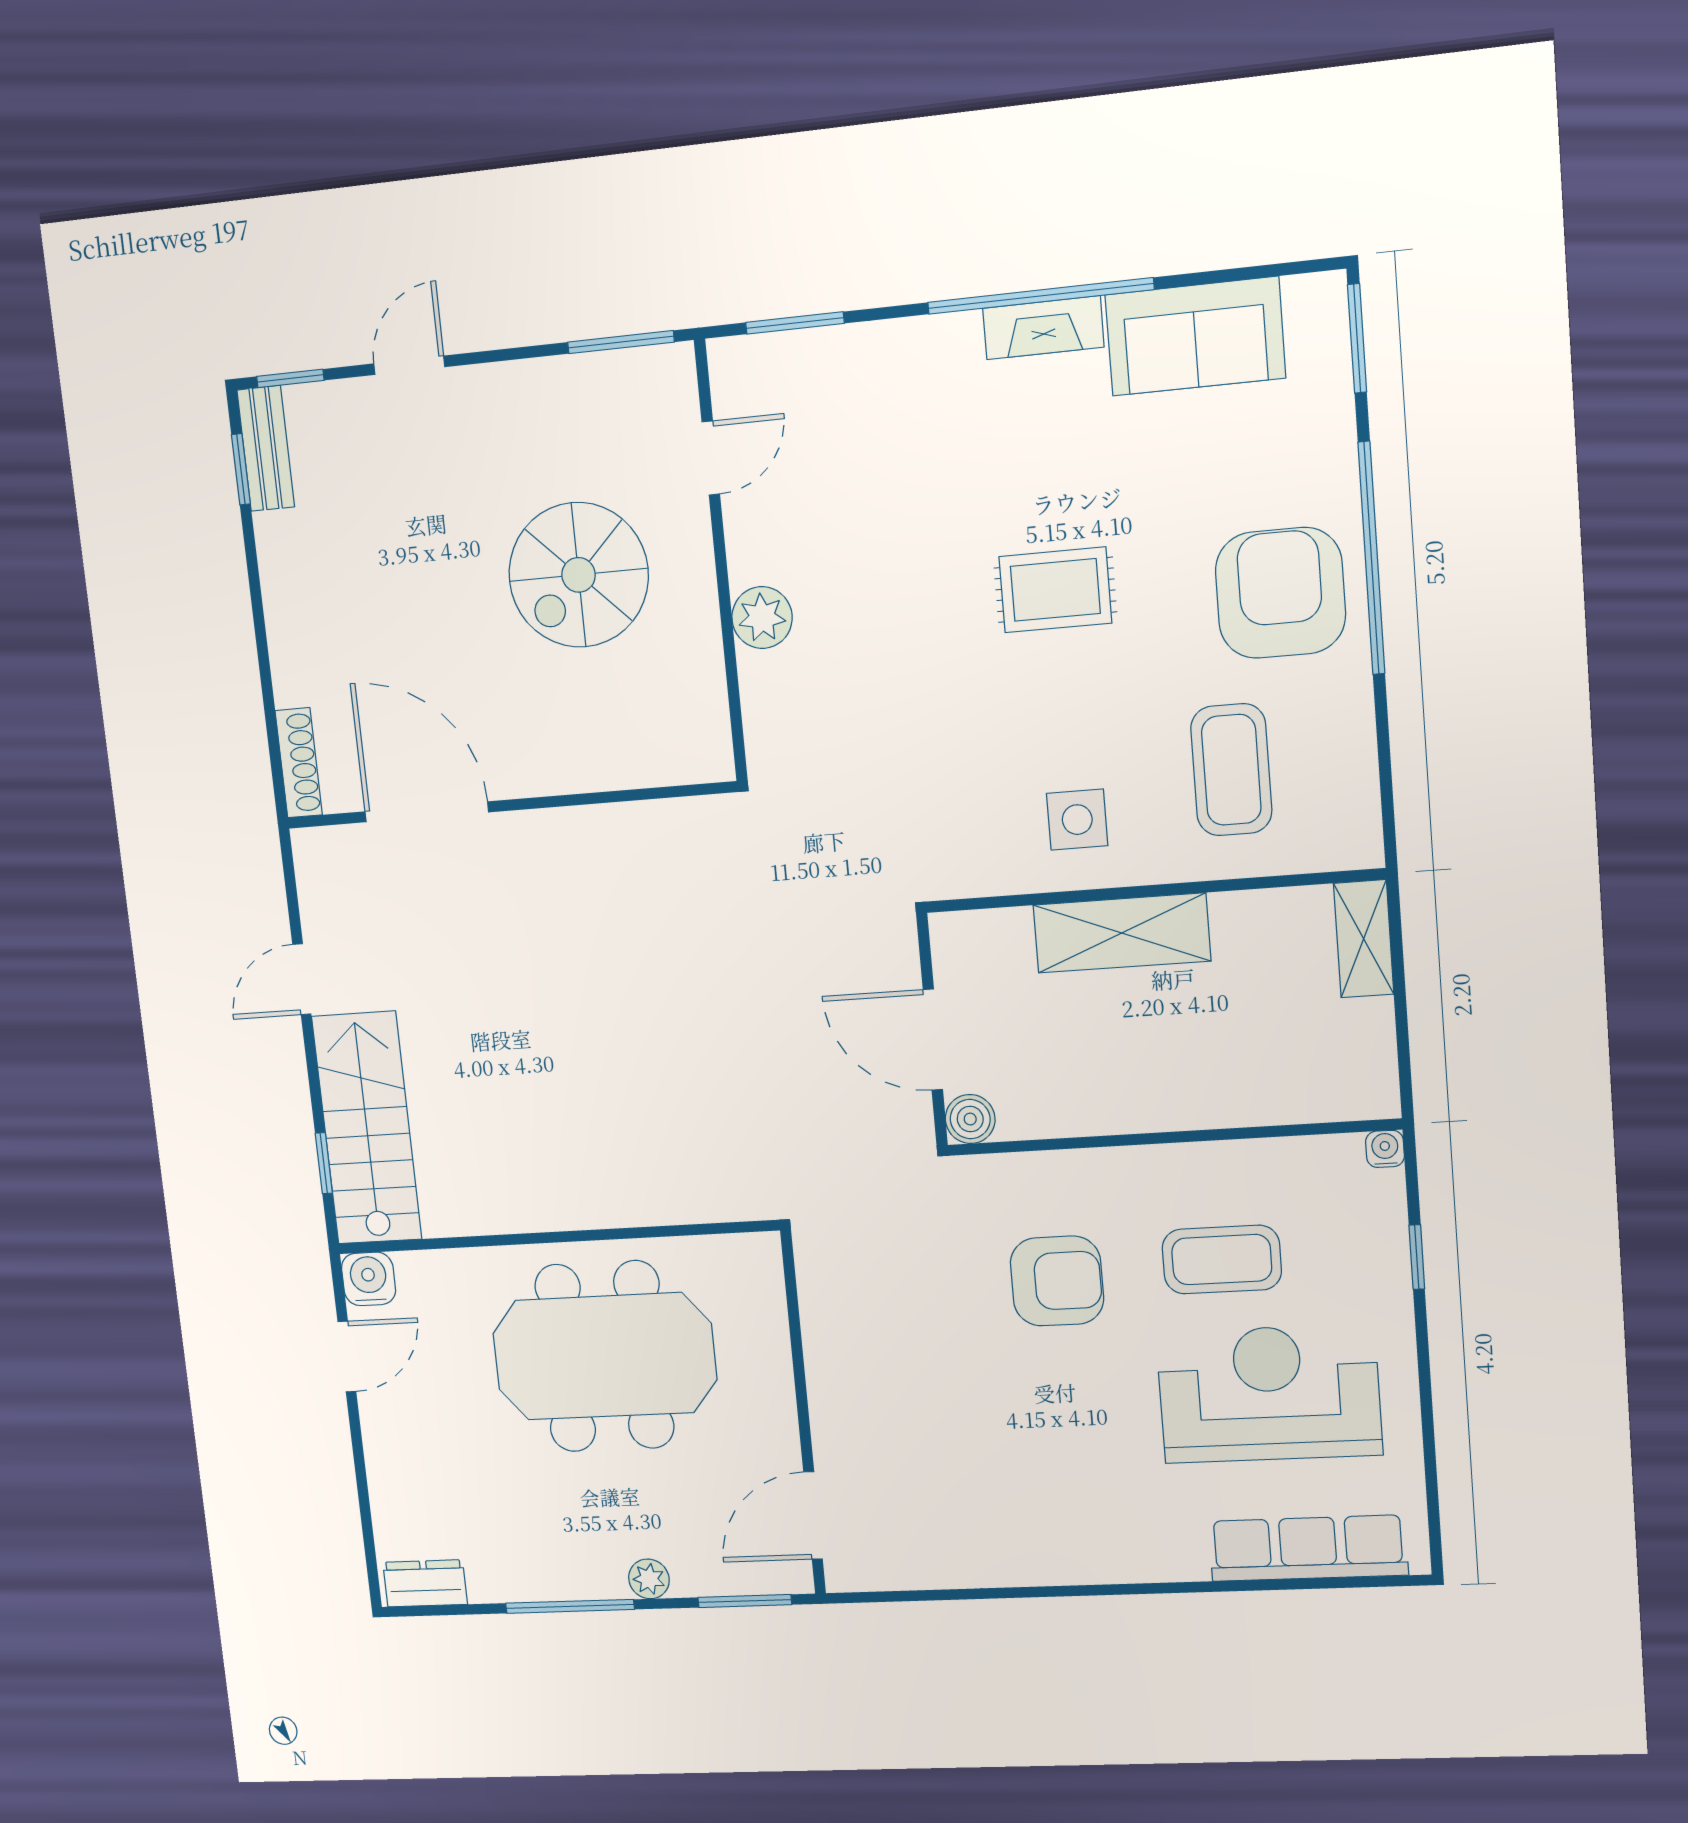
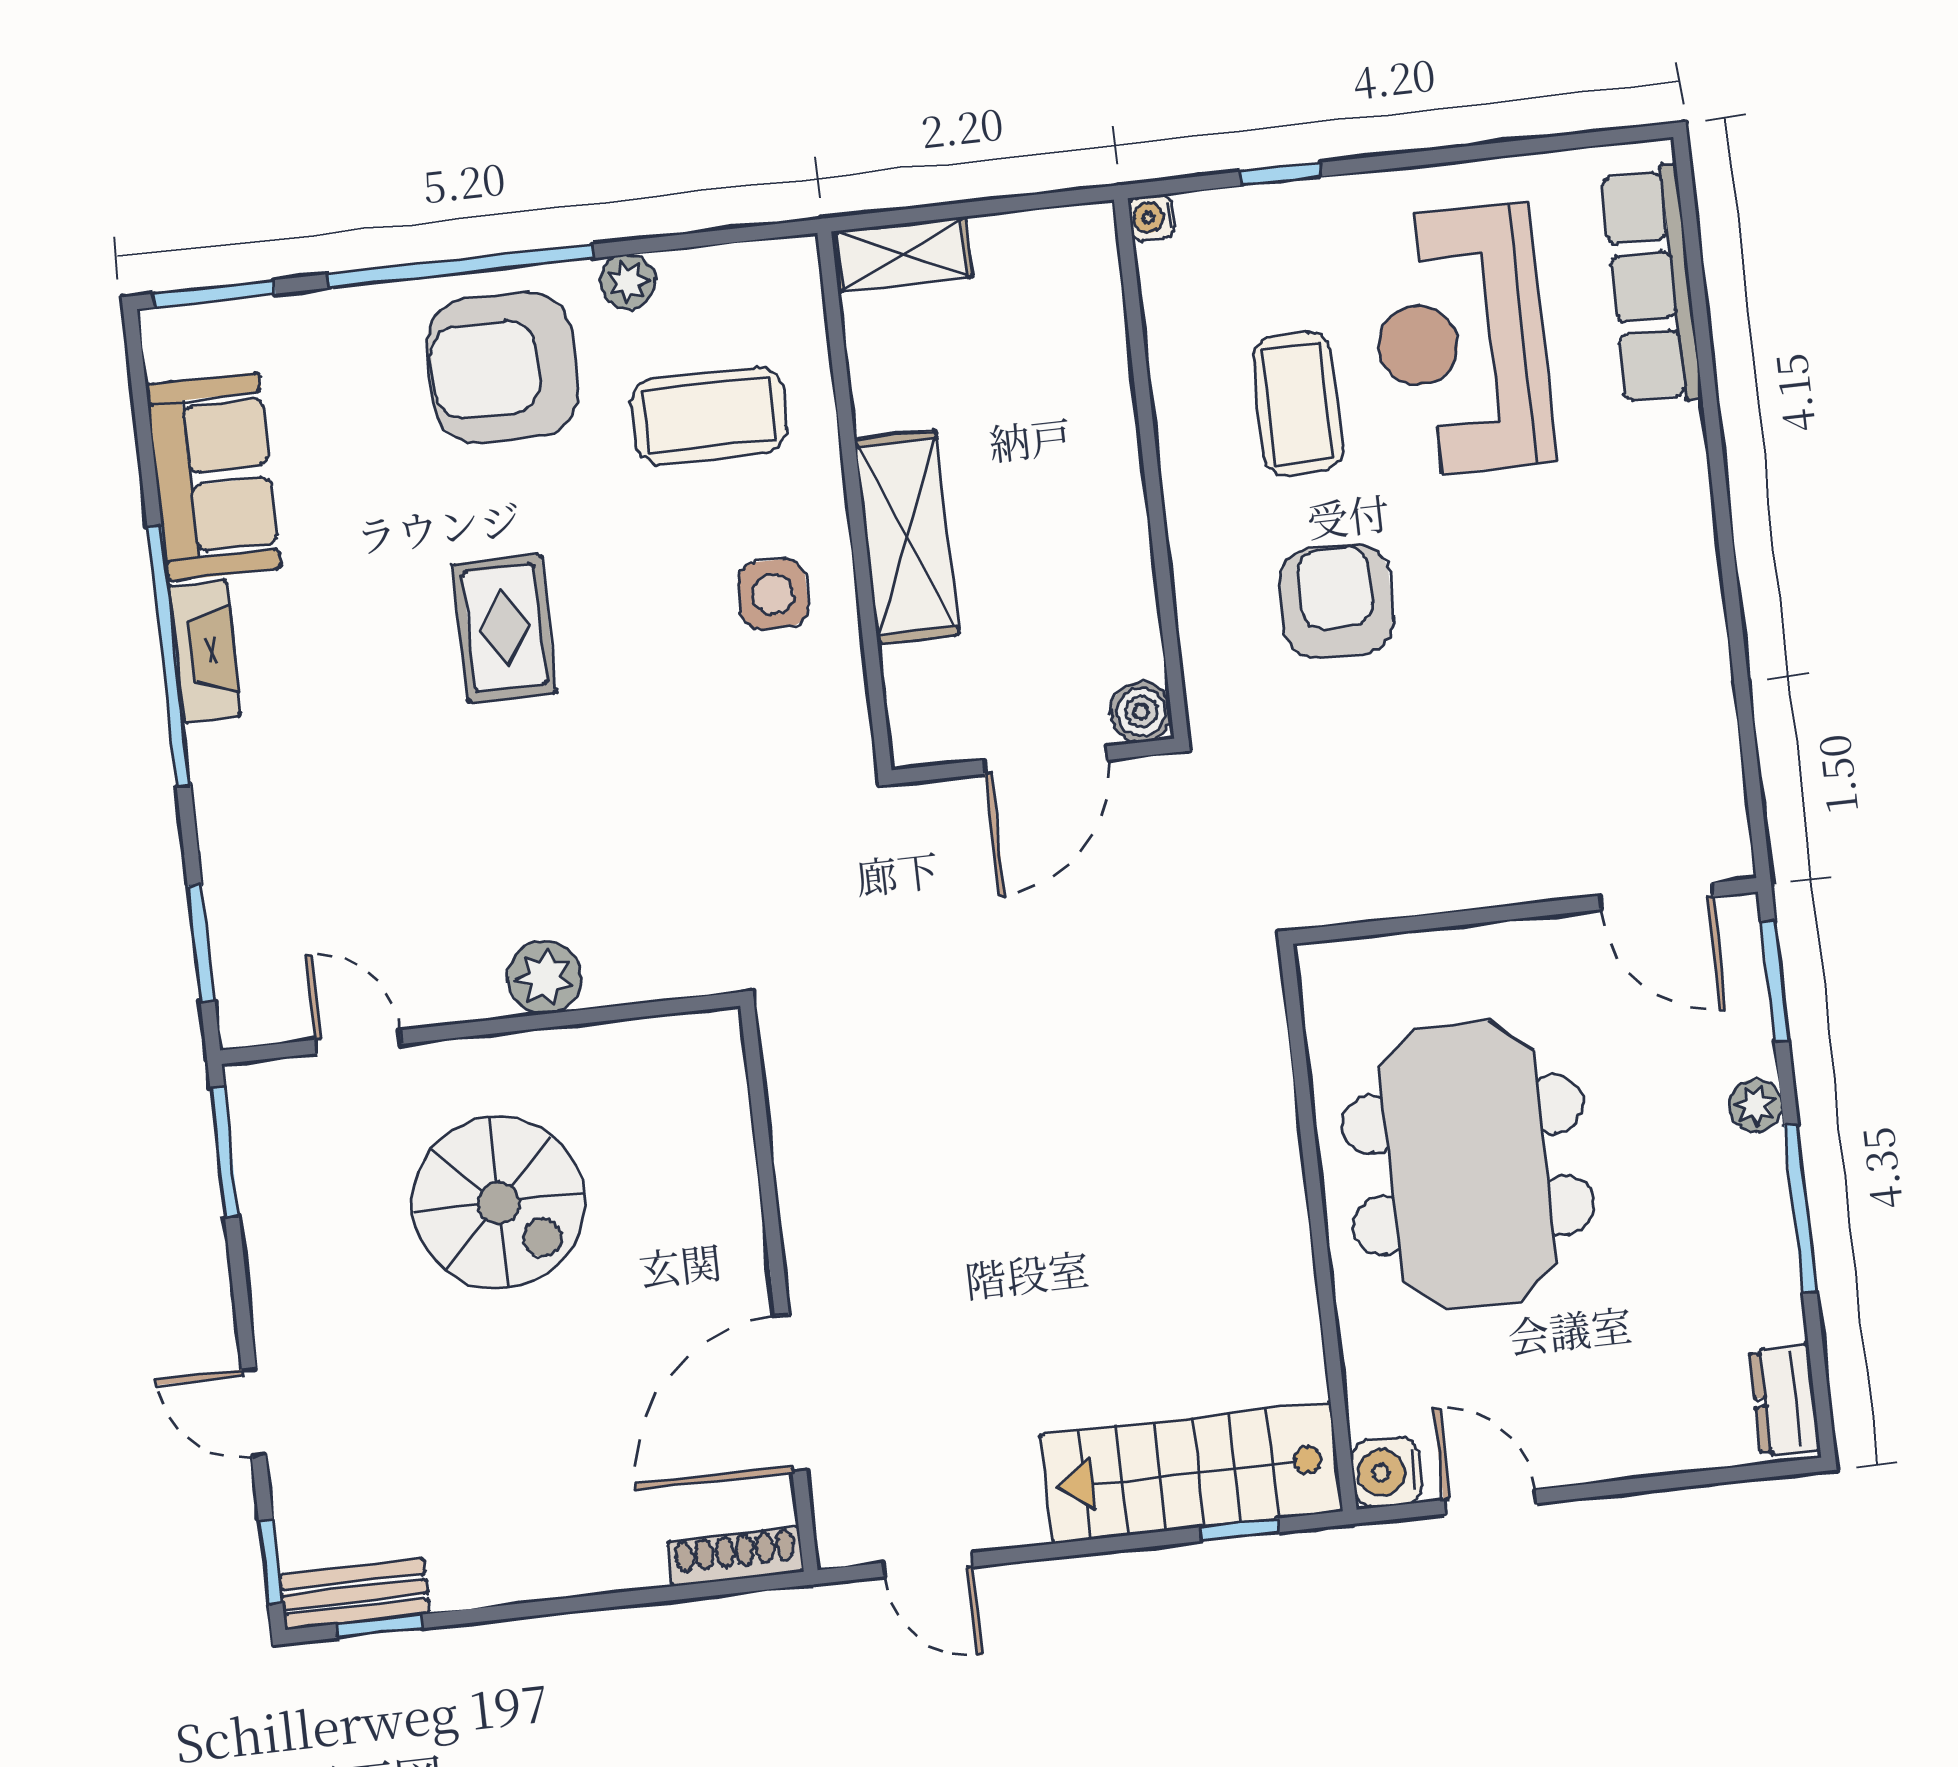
plant: (1351, 704) -> (628, 282), added
door: (302, 979) -> (928, 1565), moved

